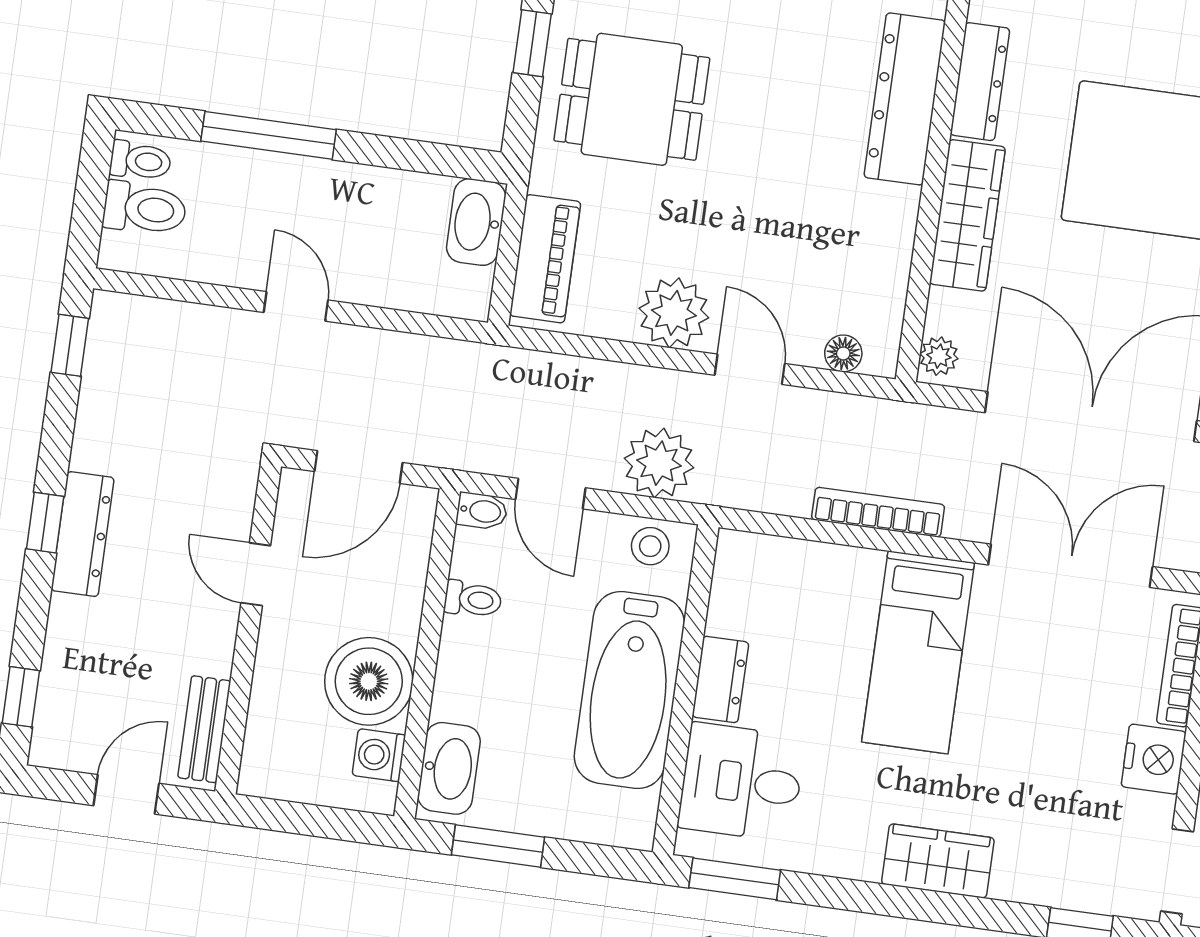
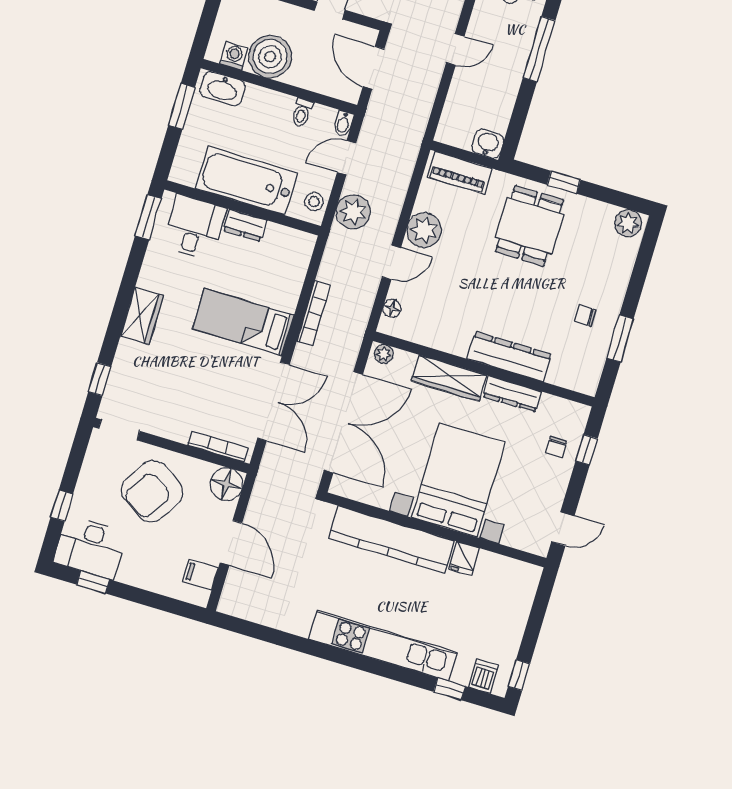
washbasin: (476, 222) -> (488, 144), width x0.72
nightstand: (1154, 759) -> (175, 427), removed

